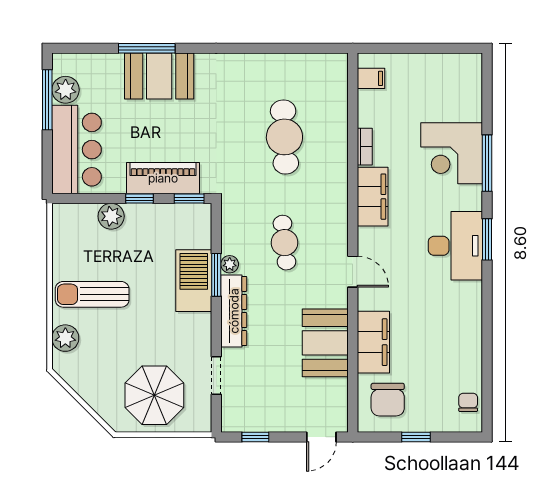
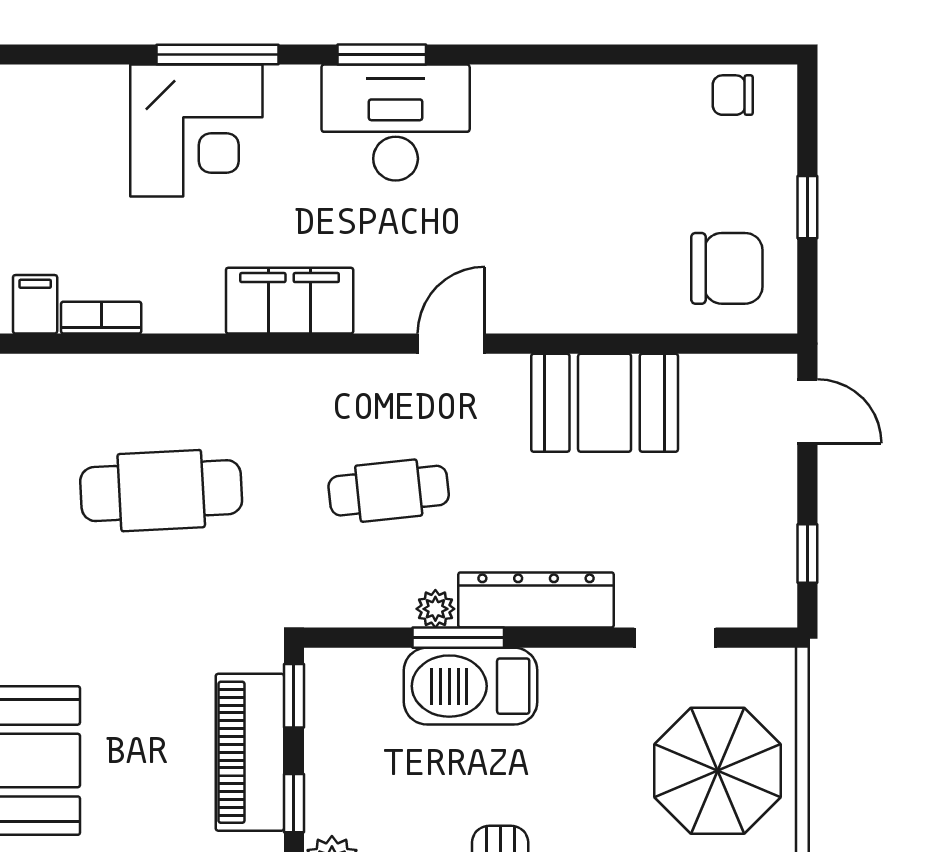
bookcase: (365, 147) -> (101, 318), moved
filing cabinet: (373, 342) -> (603, 299), removed

